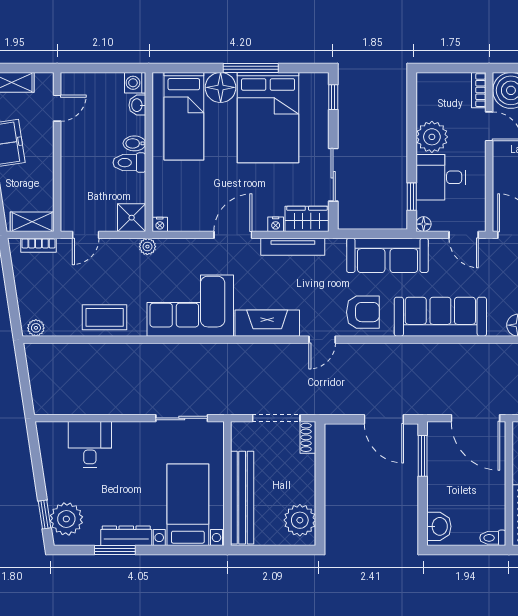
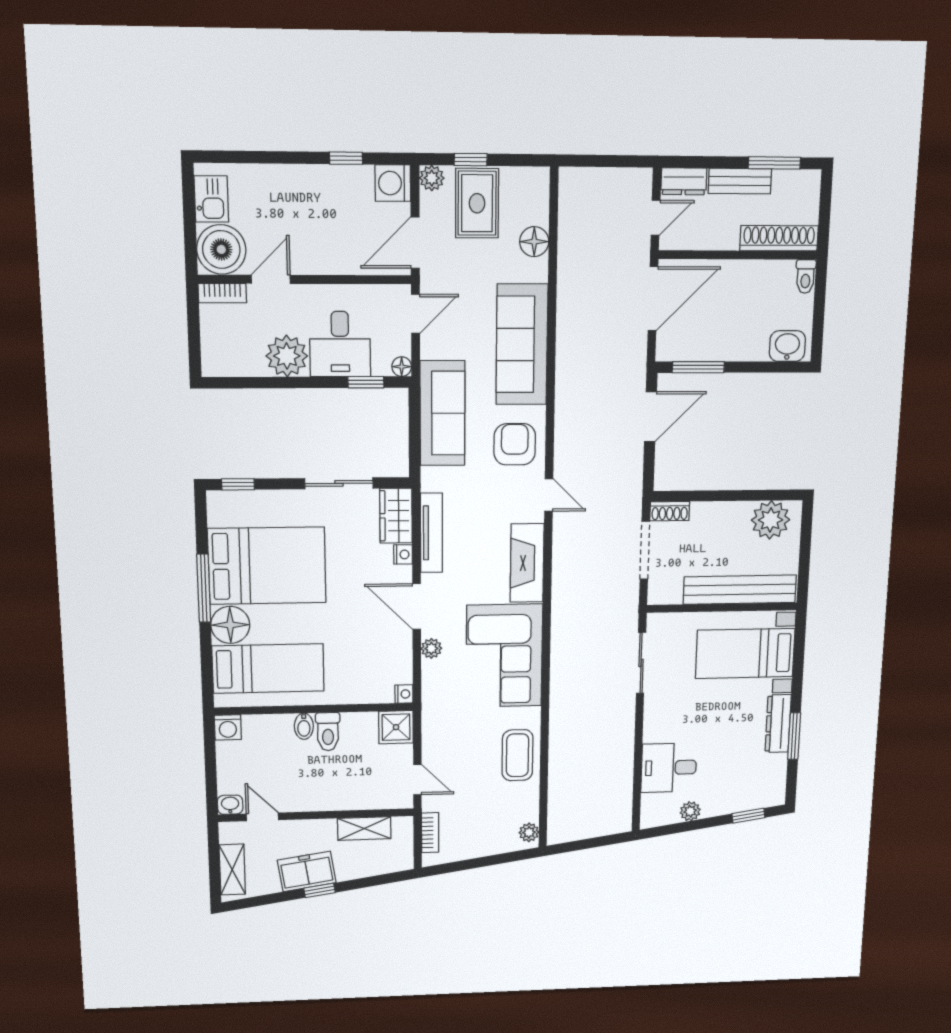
washbasin: (137, 105) -> (230, 805), moved, turned 180
shelving: (32, 222) -> (364, 829), moved, turned 90
plant: (147, 247) -> (431, 648), moved
plant: (66, 519) -> (690, 811), moved, width x0.53, depth x0.53

